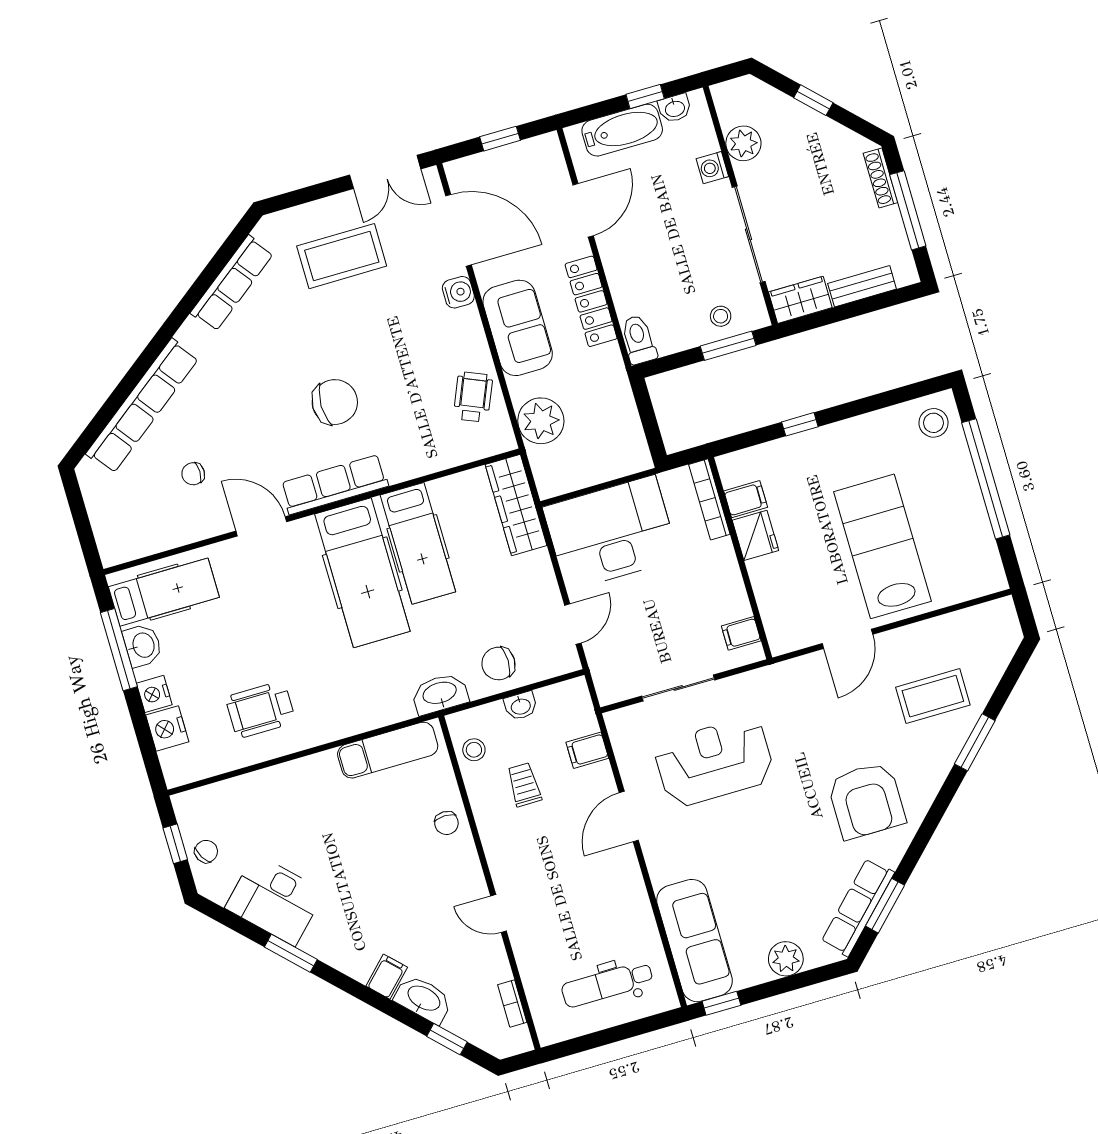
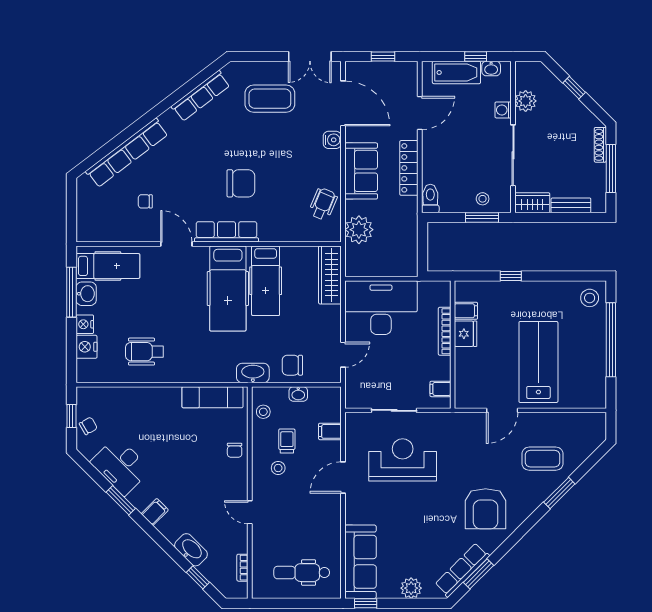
bookcase: (709, 499) -> (445, 331), moved
stool: (523, 831) -> (278, 468), added
filing cabinet: (387, 977) -> (155, 512), moved

